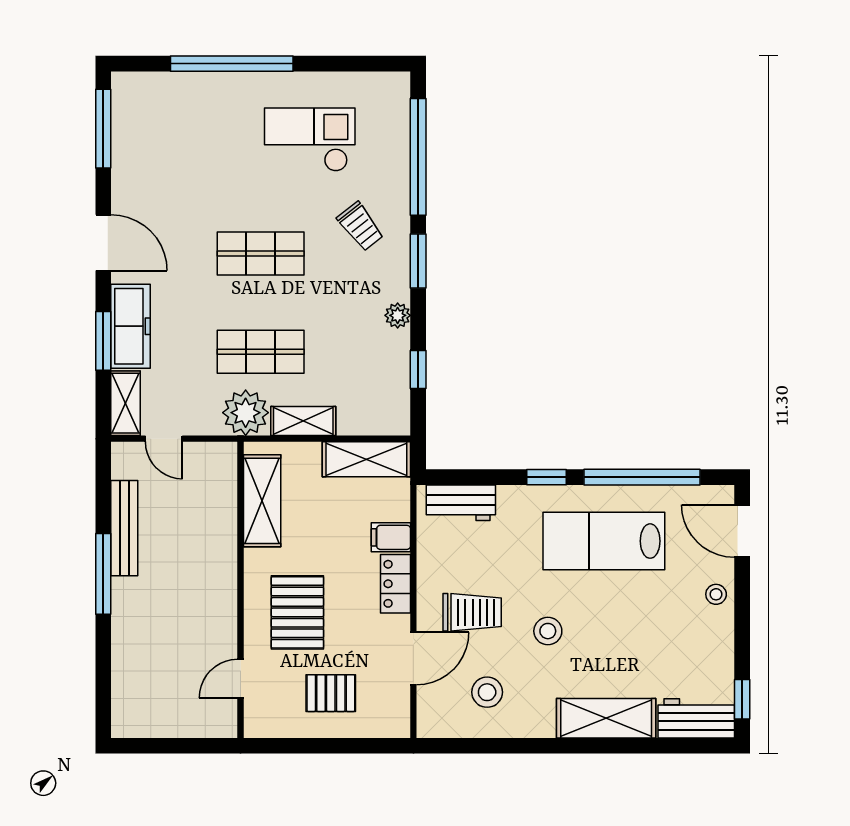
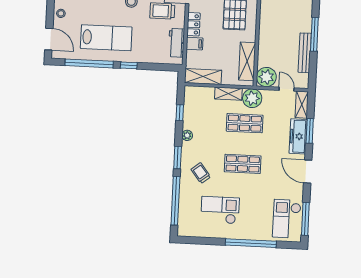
checkout: (148, 127) -> (287, 219), added
checkout: (310, 140) -> (220, 210), turned 180
plant: (214, 465) -> (266, 77), added
workbench: (461, 503) -> (176, 43), moved, turned -90

